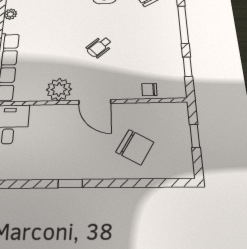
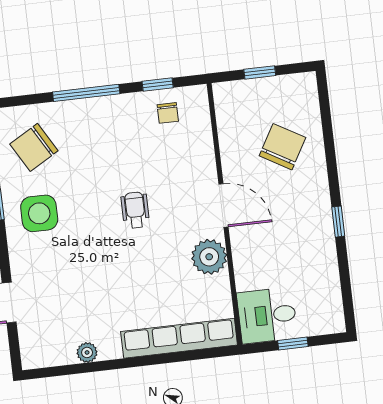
wheelchair: (99, 47) -> (135, 210), turned -138
chair: (149, 90) -> (168, 113), moved
door: (95, 102) -> (224, 205), hinge flipped

